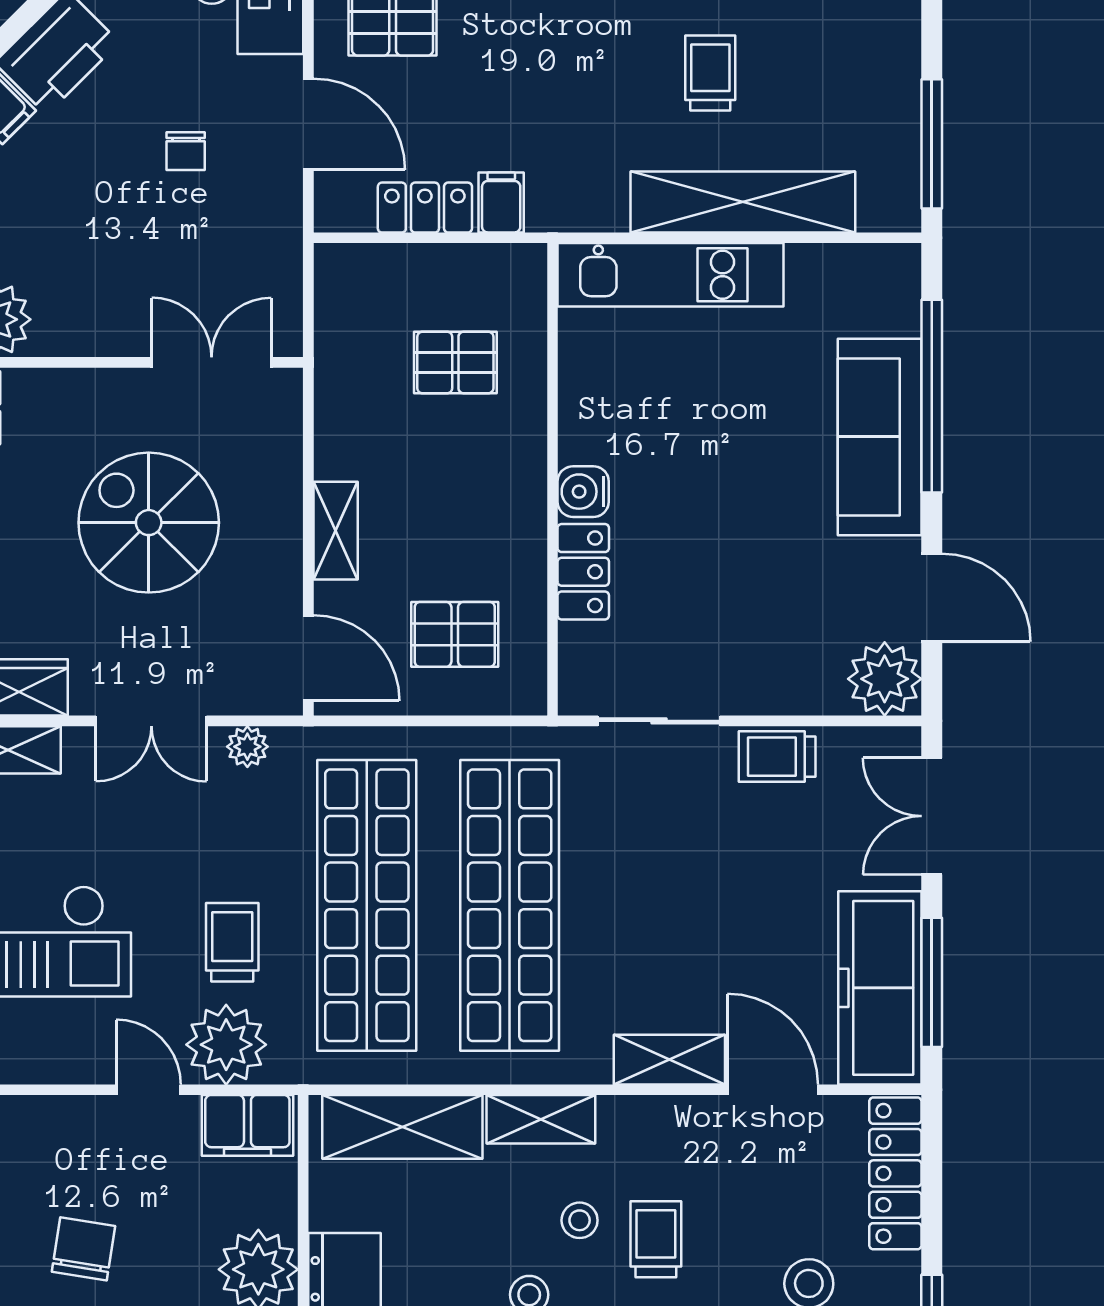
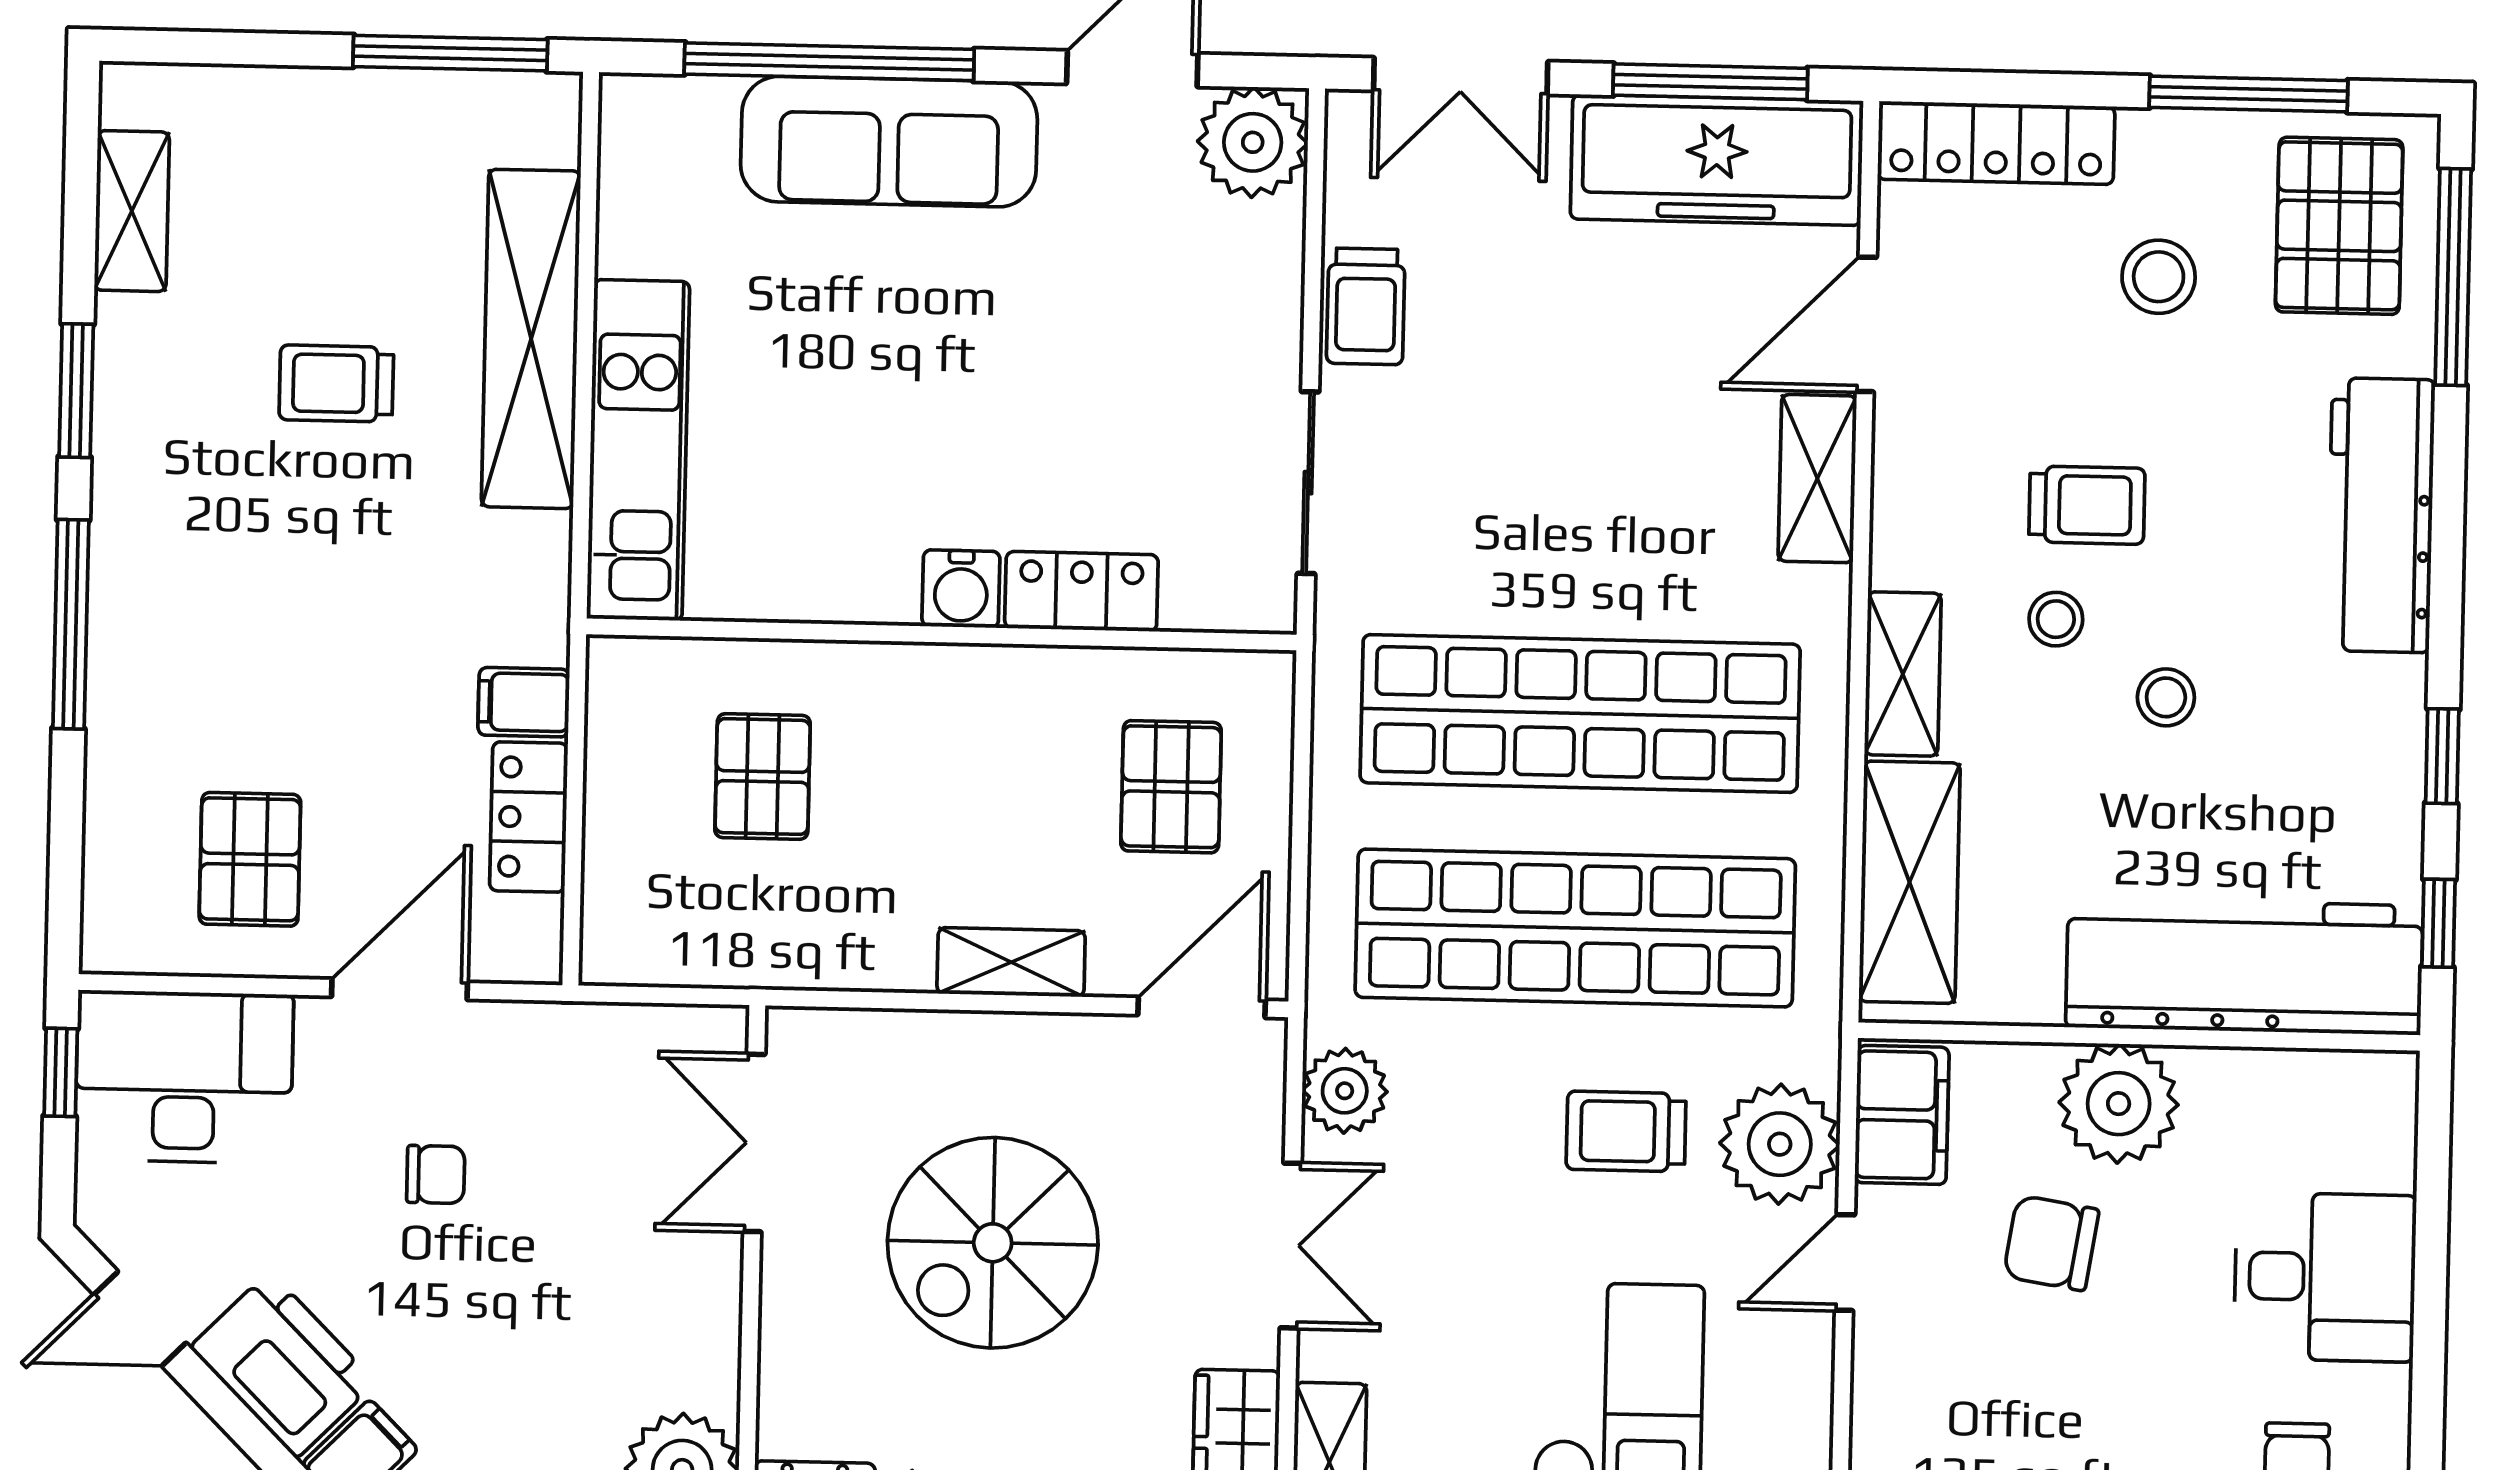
plant: (247, 747) -> (1345, 1091), width x1.38, depth x1.38
trolley: (656, 1239) -> (2087, 505), turned 180
chair: (83, 1249) -> (2051, 1243), moved

